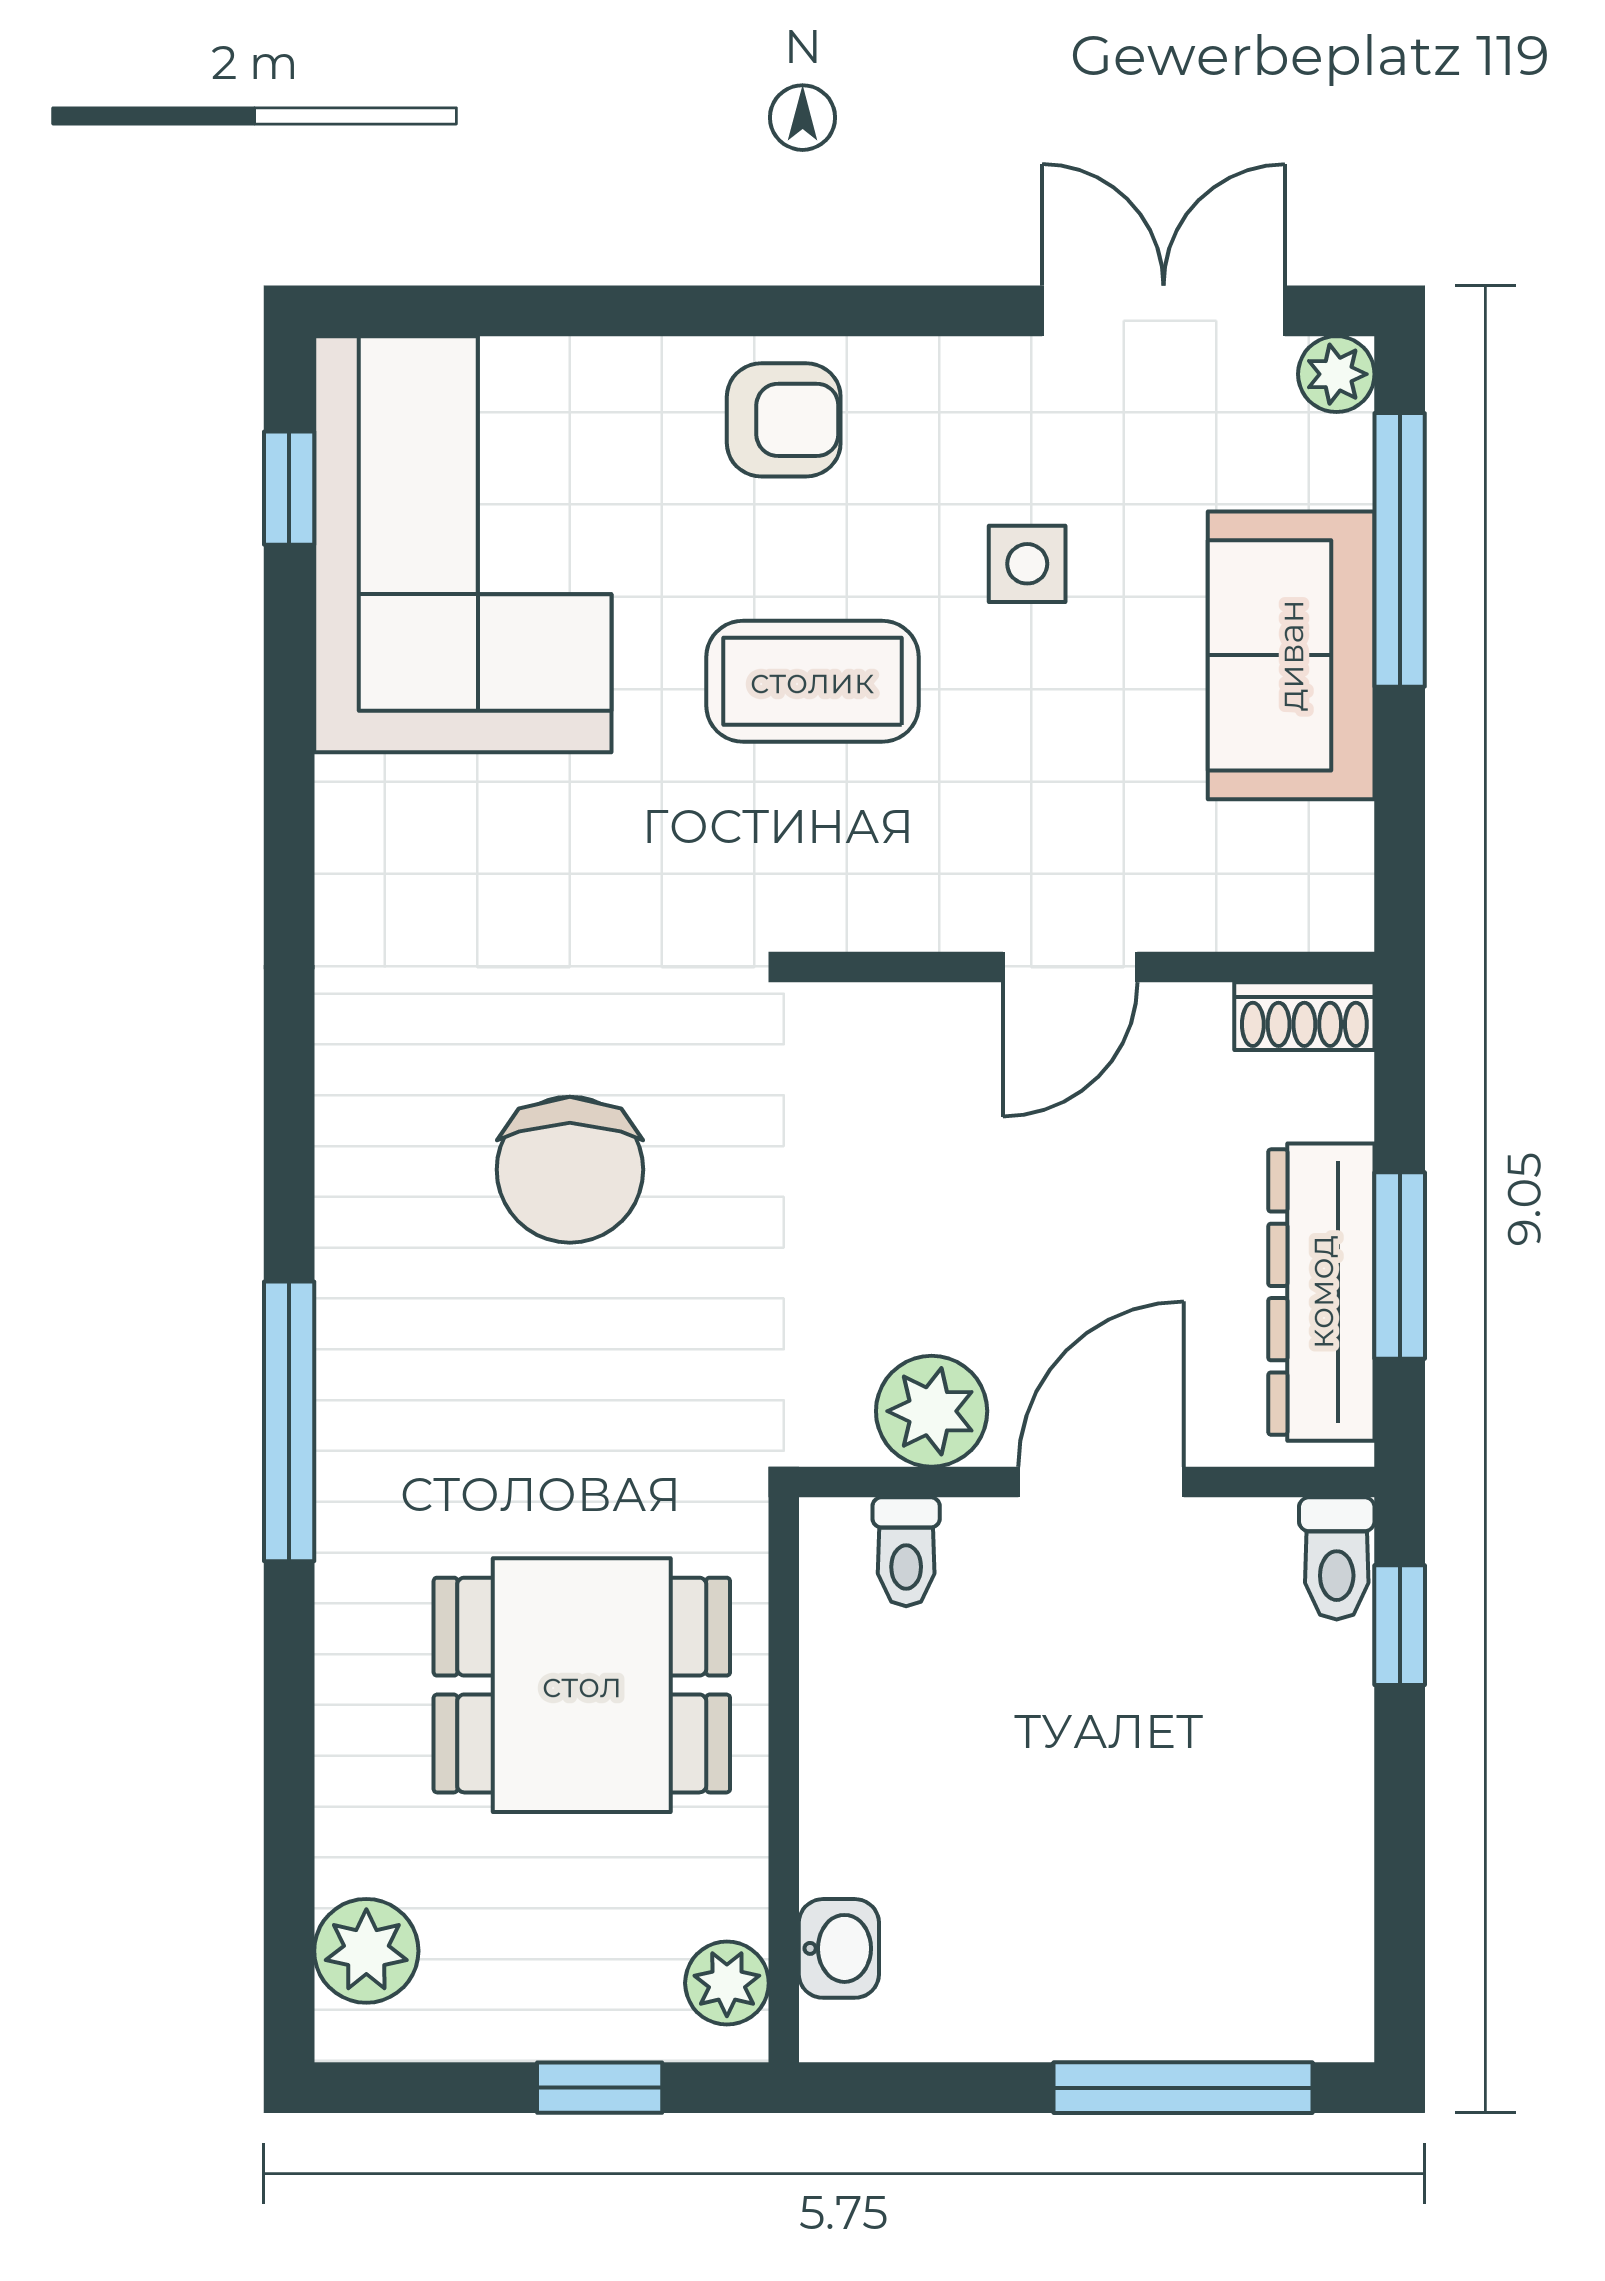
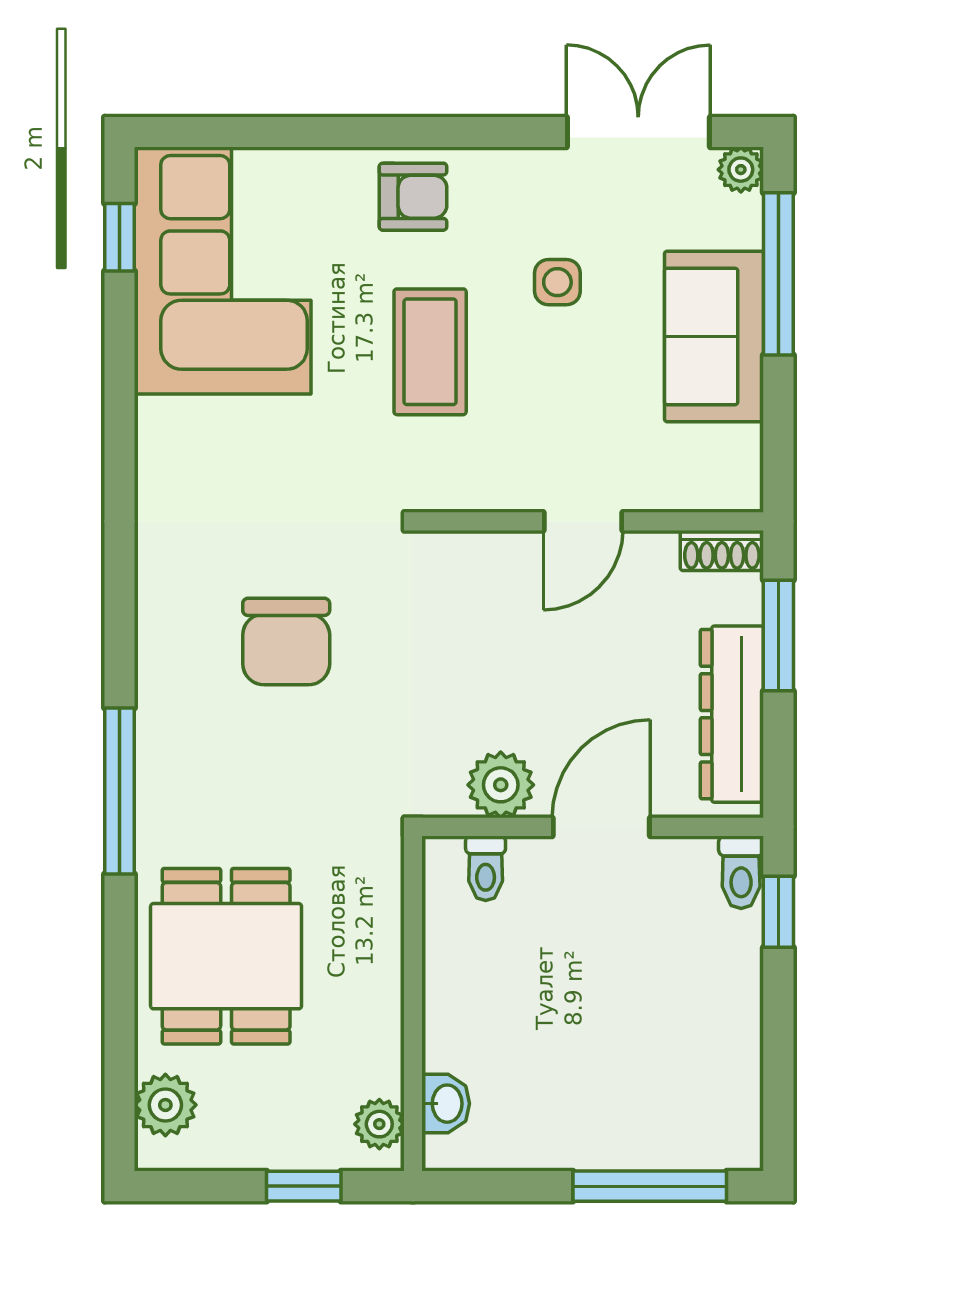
coffee table: (812, 681) -> (430, 352), turned 90
window: (1400, 1265) -> (778, 636), moved
dining table: (582, 1685) -> (226, 956), moved, turned 90

